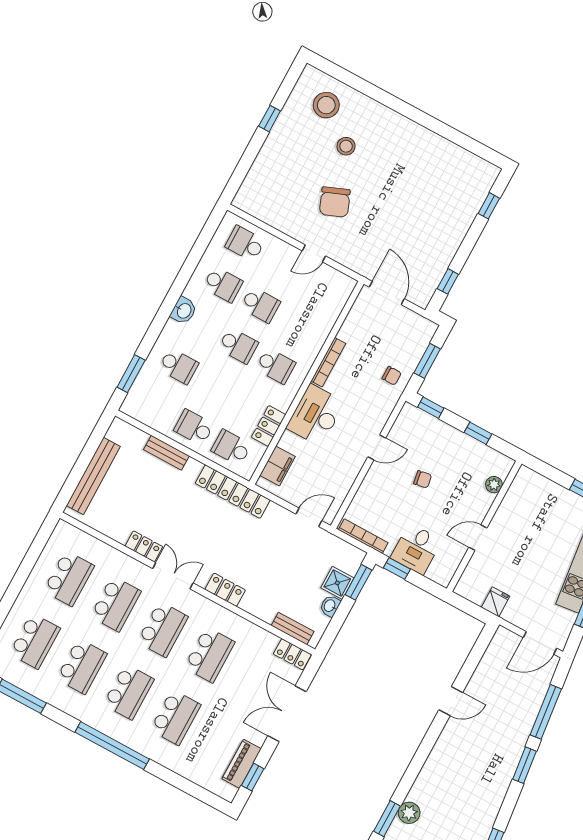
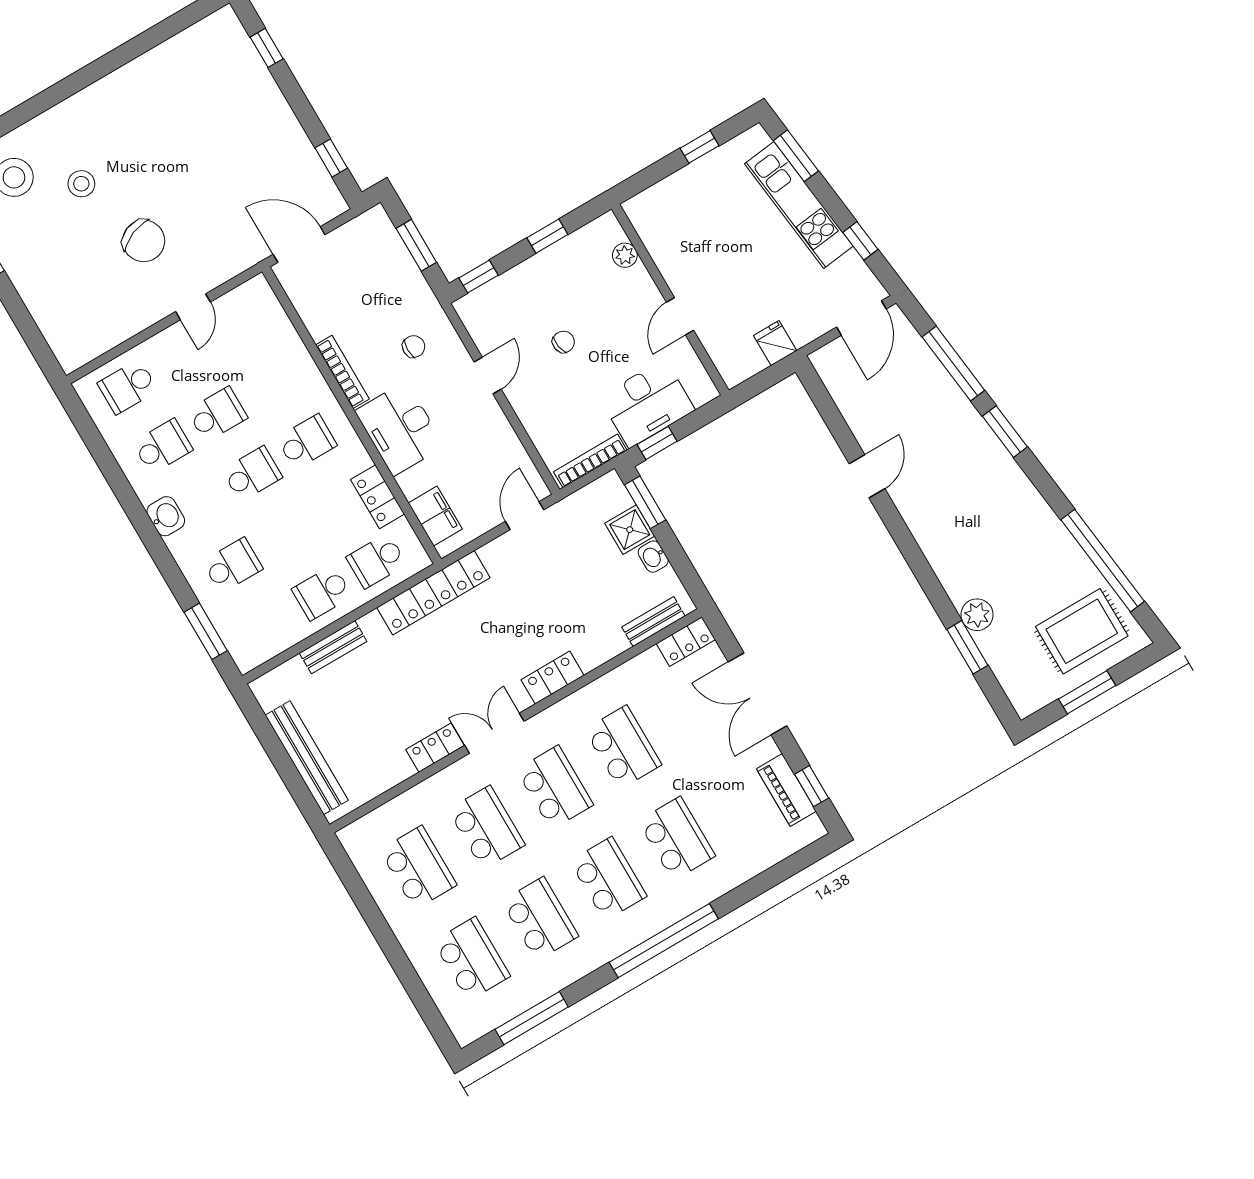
chair: (392, 376) -> (414, 347), moved
desk: (416, 549) -> (647, 403), width x1.37

